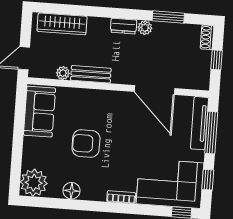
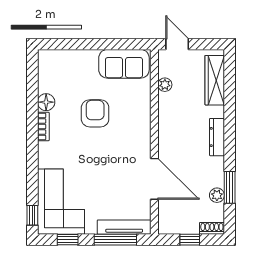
dresser: (124, 26) -> (217, 137), width x1.44
plant: (145, 28) -> (217, 195), moved
bench: (91, 74) -> (166, 113), removed
door: (154, 90) -> (154, 179), swing flipped
plant: (34, 183) -> (51, 63), removed
bookcase: (121, 197) -> (43, 126), moved

